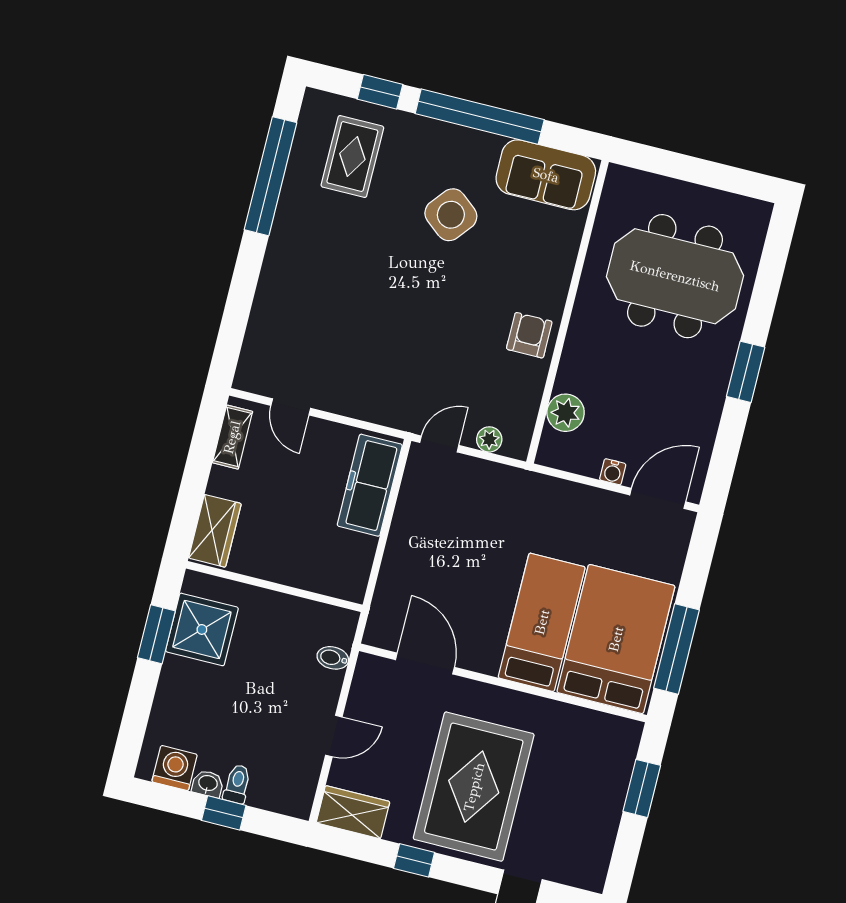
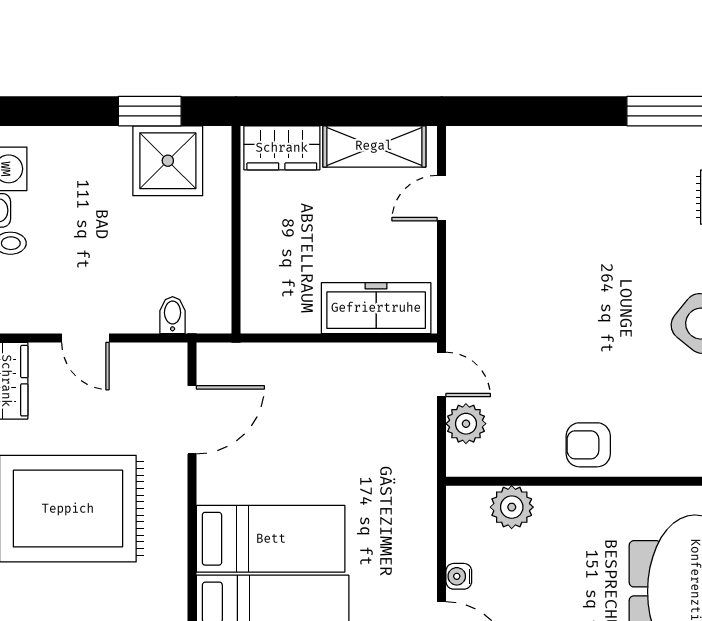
armchair: (529, 335) -> (588, 445), turned 180
shelving: (232, 437) -> (374, 146), width x1.50, depth x1.33
plant: (489, 439) -> (466, 424), width x1.38, depth x1.38

